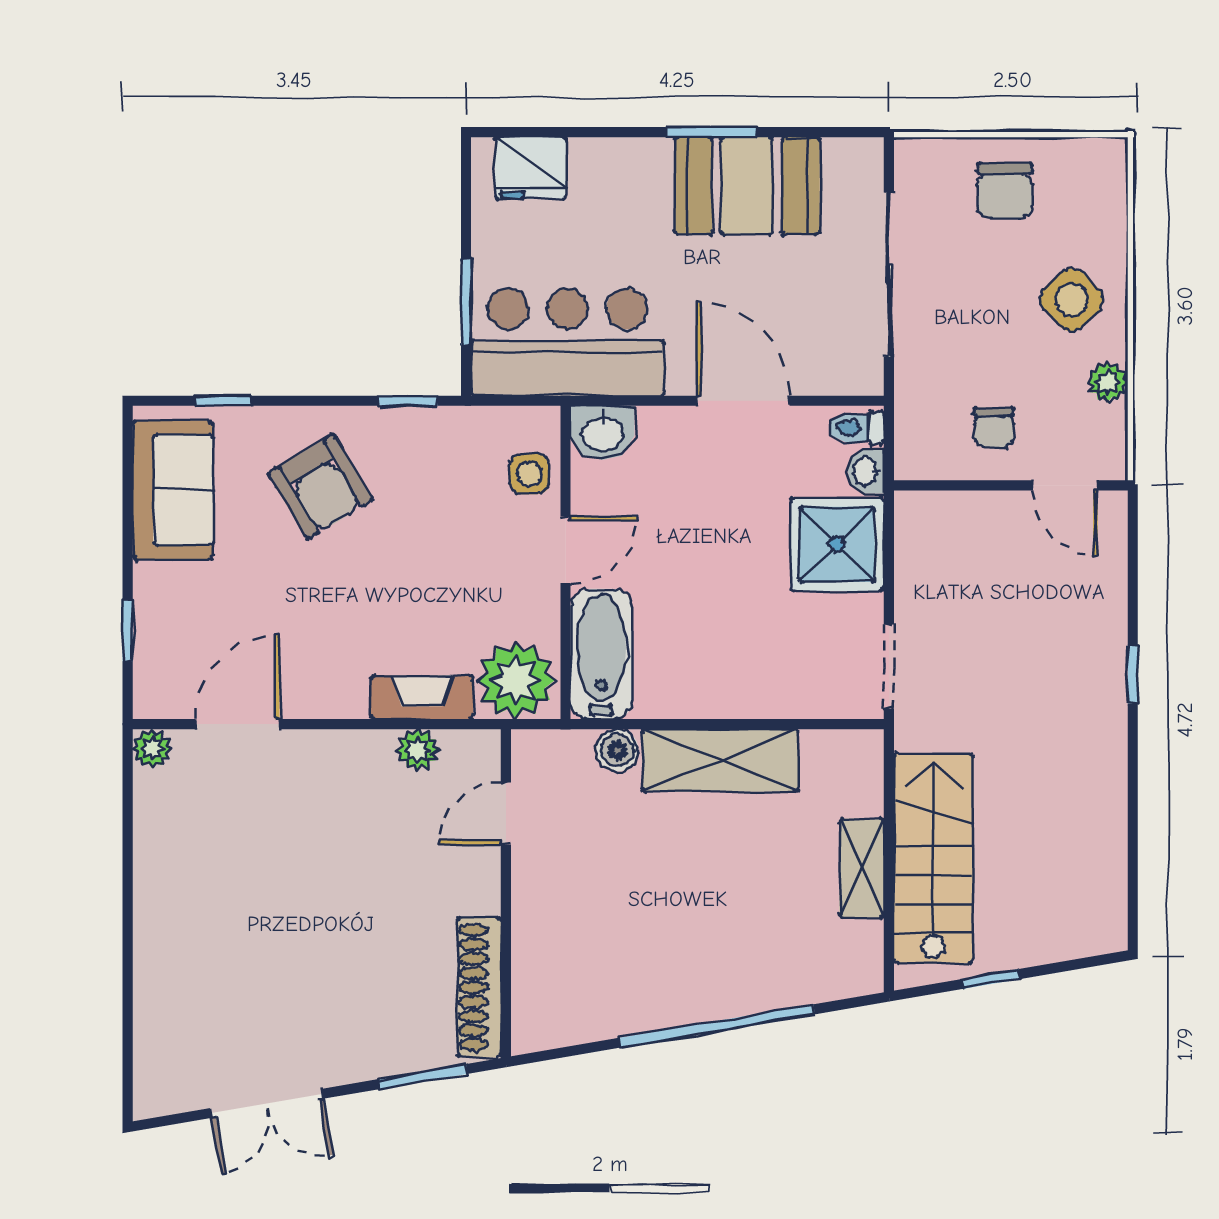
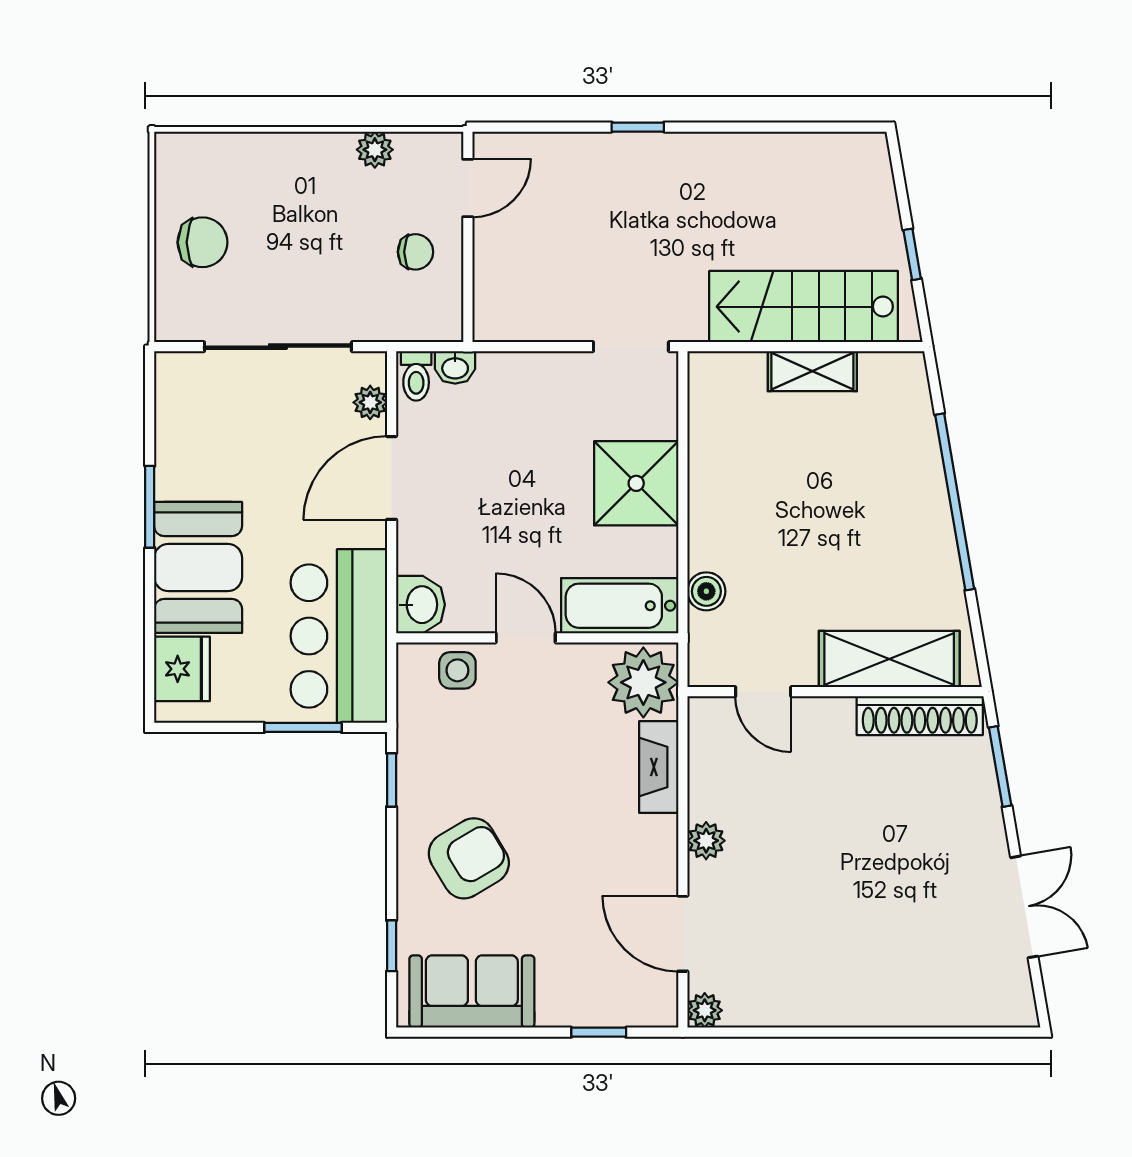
booth: (747, 186) -> (198, 567), moved
side table: (1071, 300) -> (301, 182), removed
plant: (827, 377) -> (370, 402), added
shower: (837, 544) -> (636, 483), moved
plant: (417, 750) -> (706, 841), moved
shelving: (720, 760) -> (889, 659), moved, turned 90

